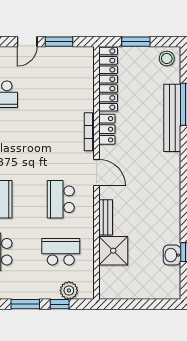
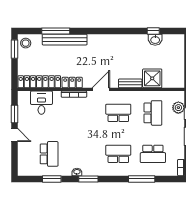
window: (136, 42) -> (15, 49), moved
desk: (76, 83) -> (41, 103), added
school desk: (61, 199) -> (118, 113), turned 180
school desk: (61, 252) -> (153, 113), turned 180

